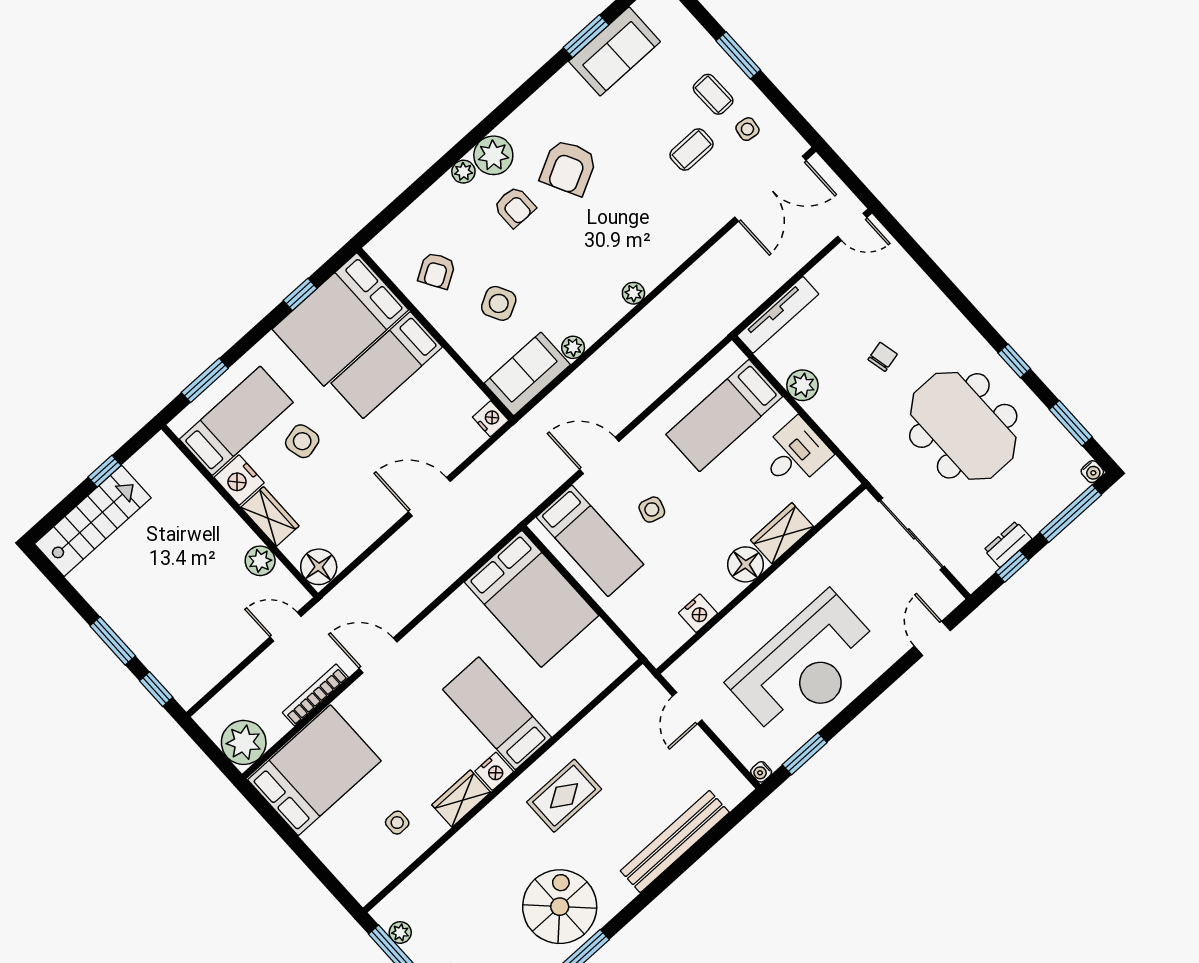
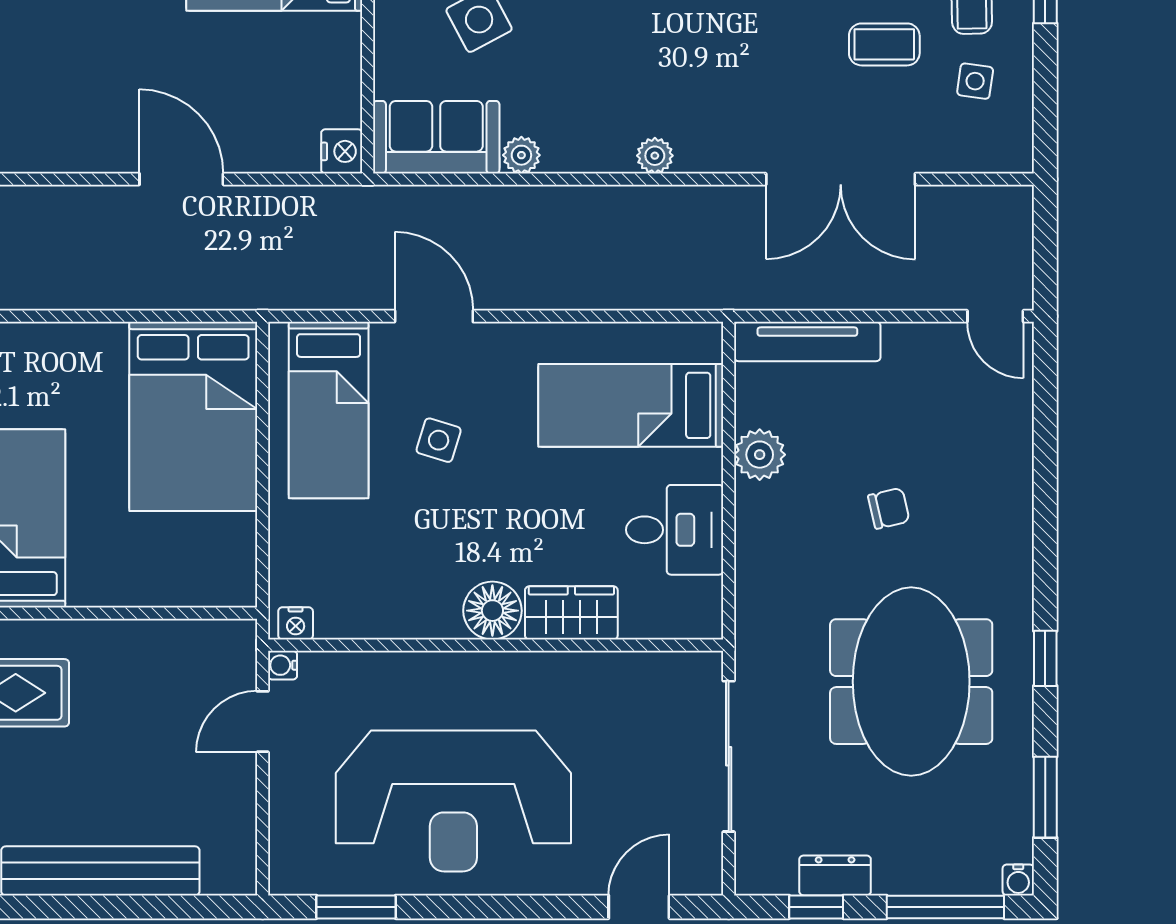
double door: (770, 189) -> (841, 179), moved
nightstand: (698, 613) -> (296, 623), moved, width x0.72, depth x0.74
water cooler: (761, 772) -> (283, 665), moved

